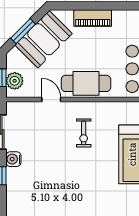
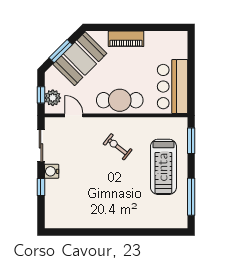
door: (51, 100) -> (74, 115), moved
exercise bike: (84, 133) -> (118, 147), turned 128

